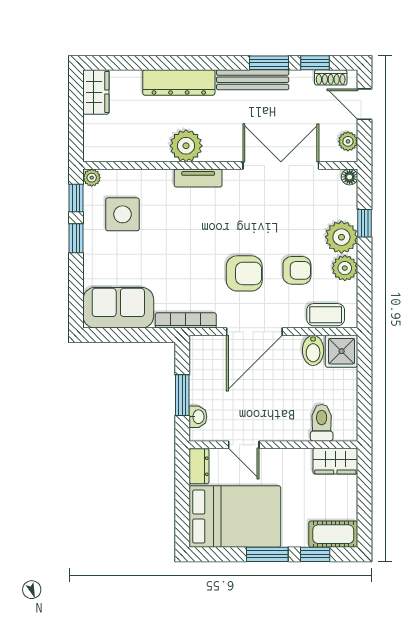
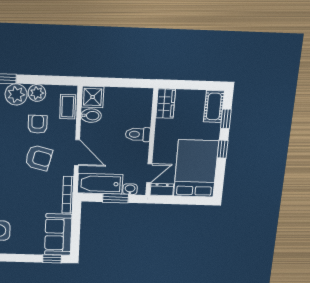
window: (76, 238) -> (52, 259), moved
armchair: (244, 273) -> (39, 158), turned 104
door: (254, 332) -> (77, 153), width x0.73
bathtub: (205, 370) -> (100, 184), added
toilet: (322, 423) -> (138, 134), moved
door: (244, 445) -> (149, 173), moved
window: (267, 554) -> (223, 149), width x0.67

